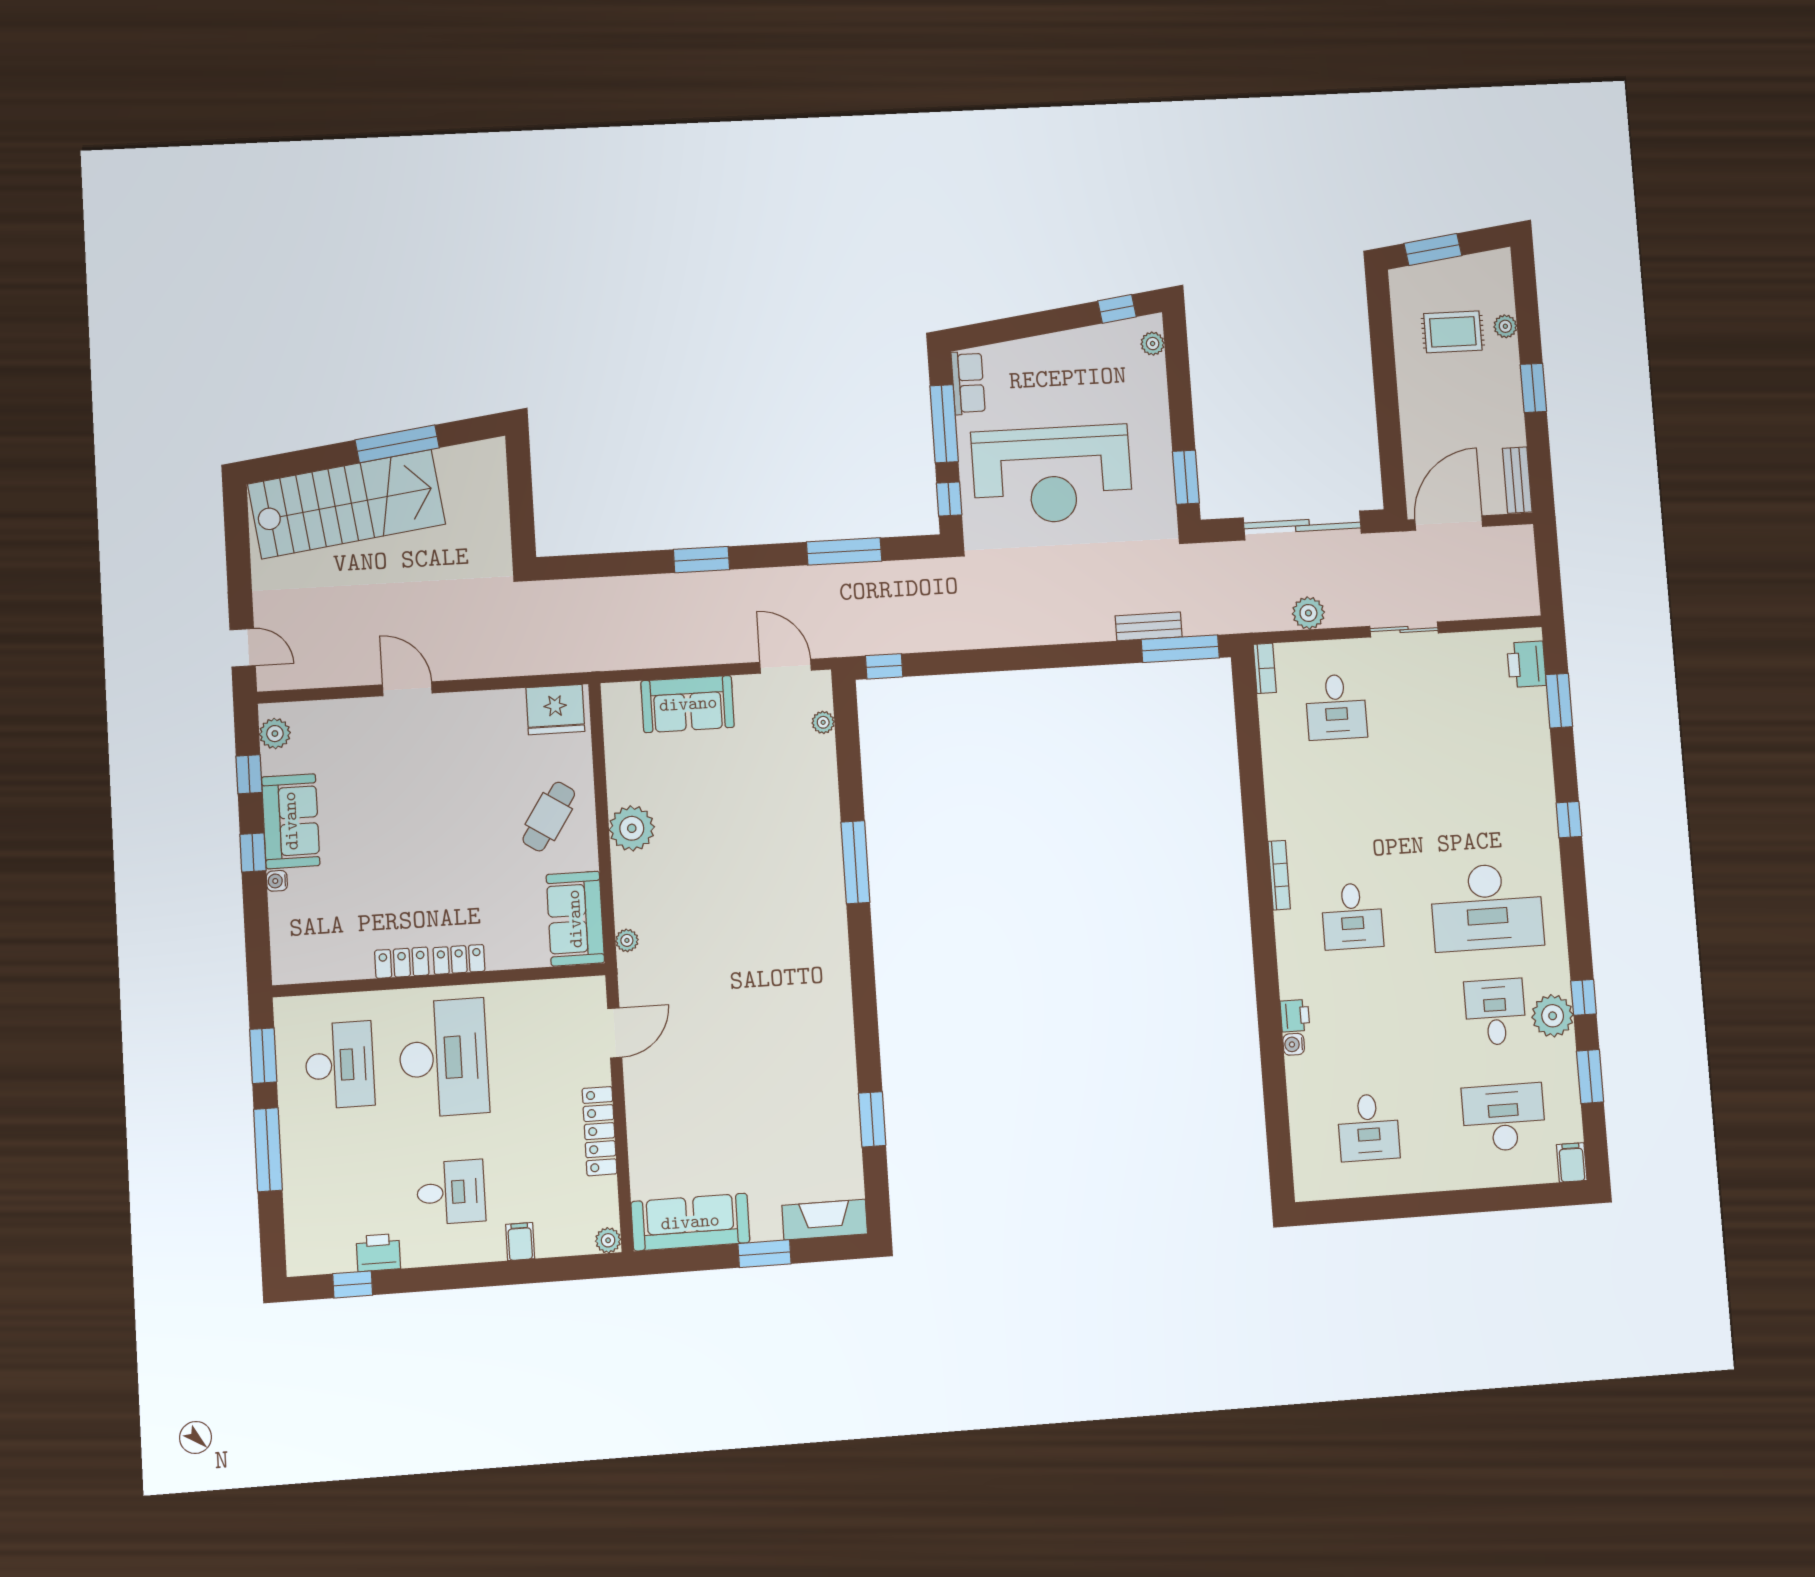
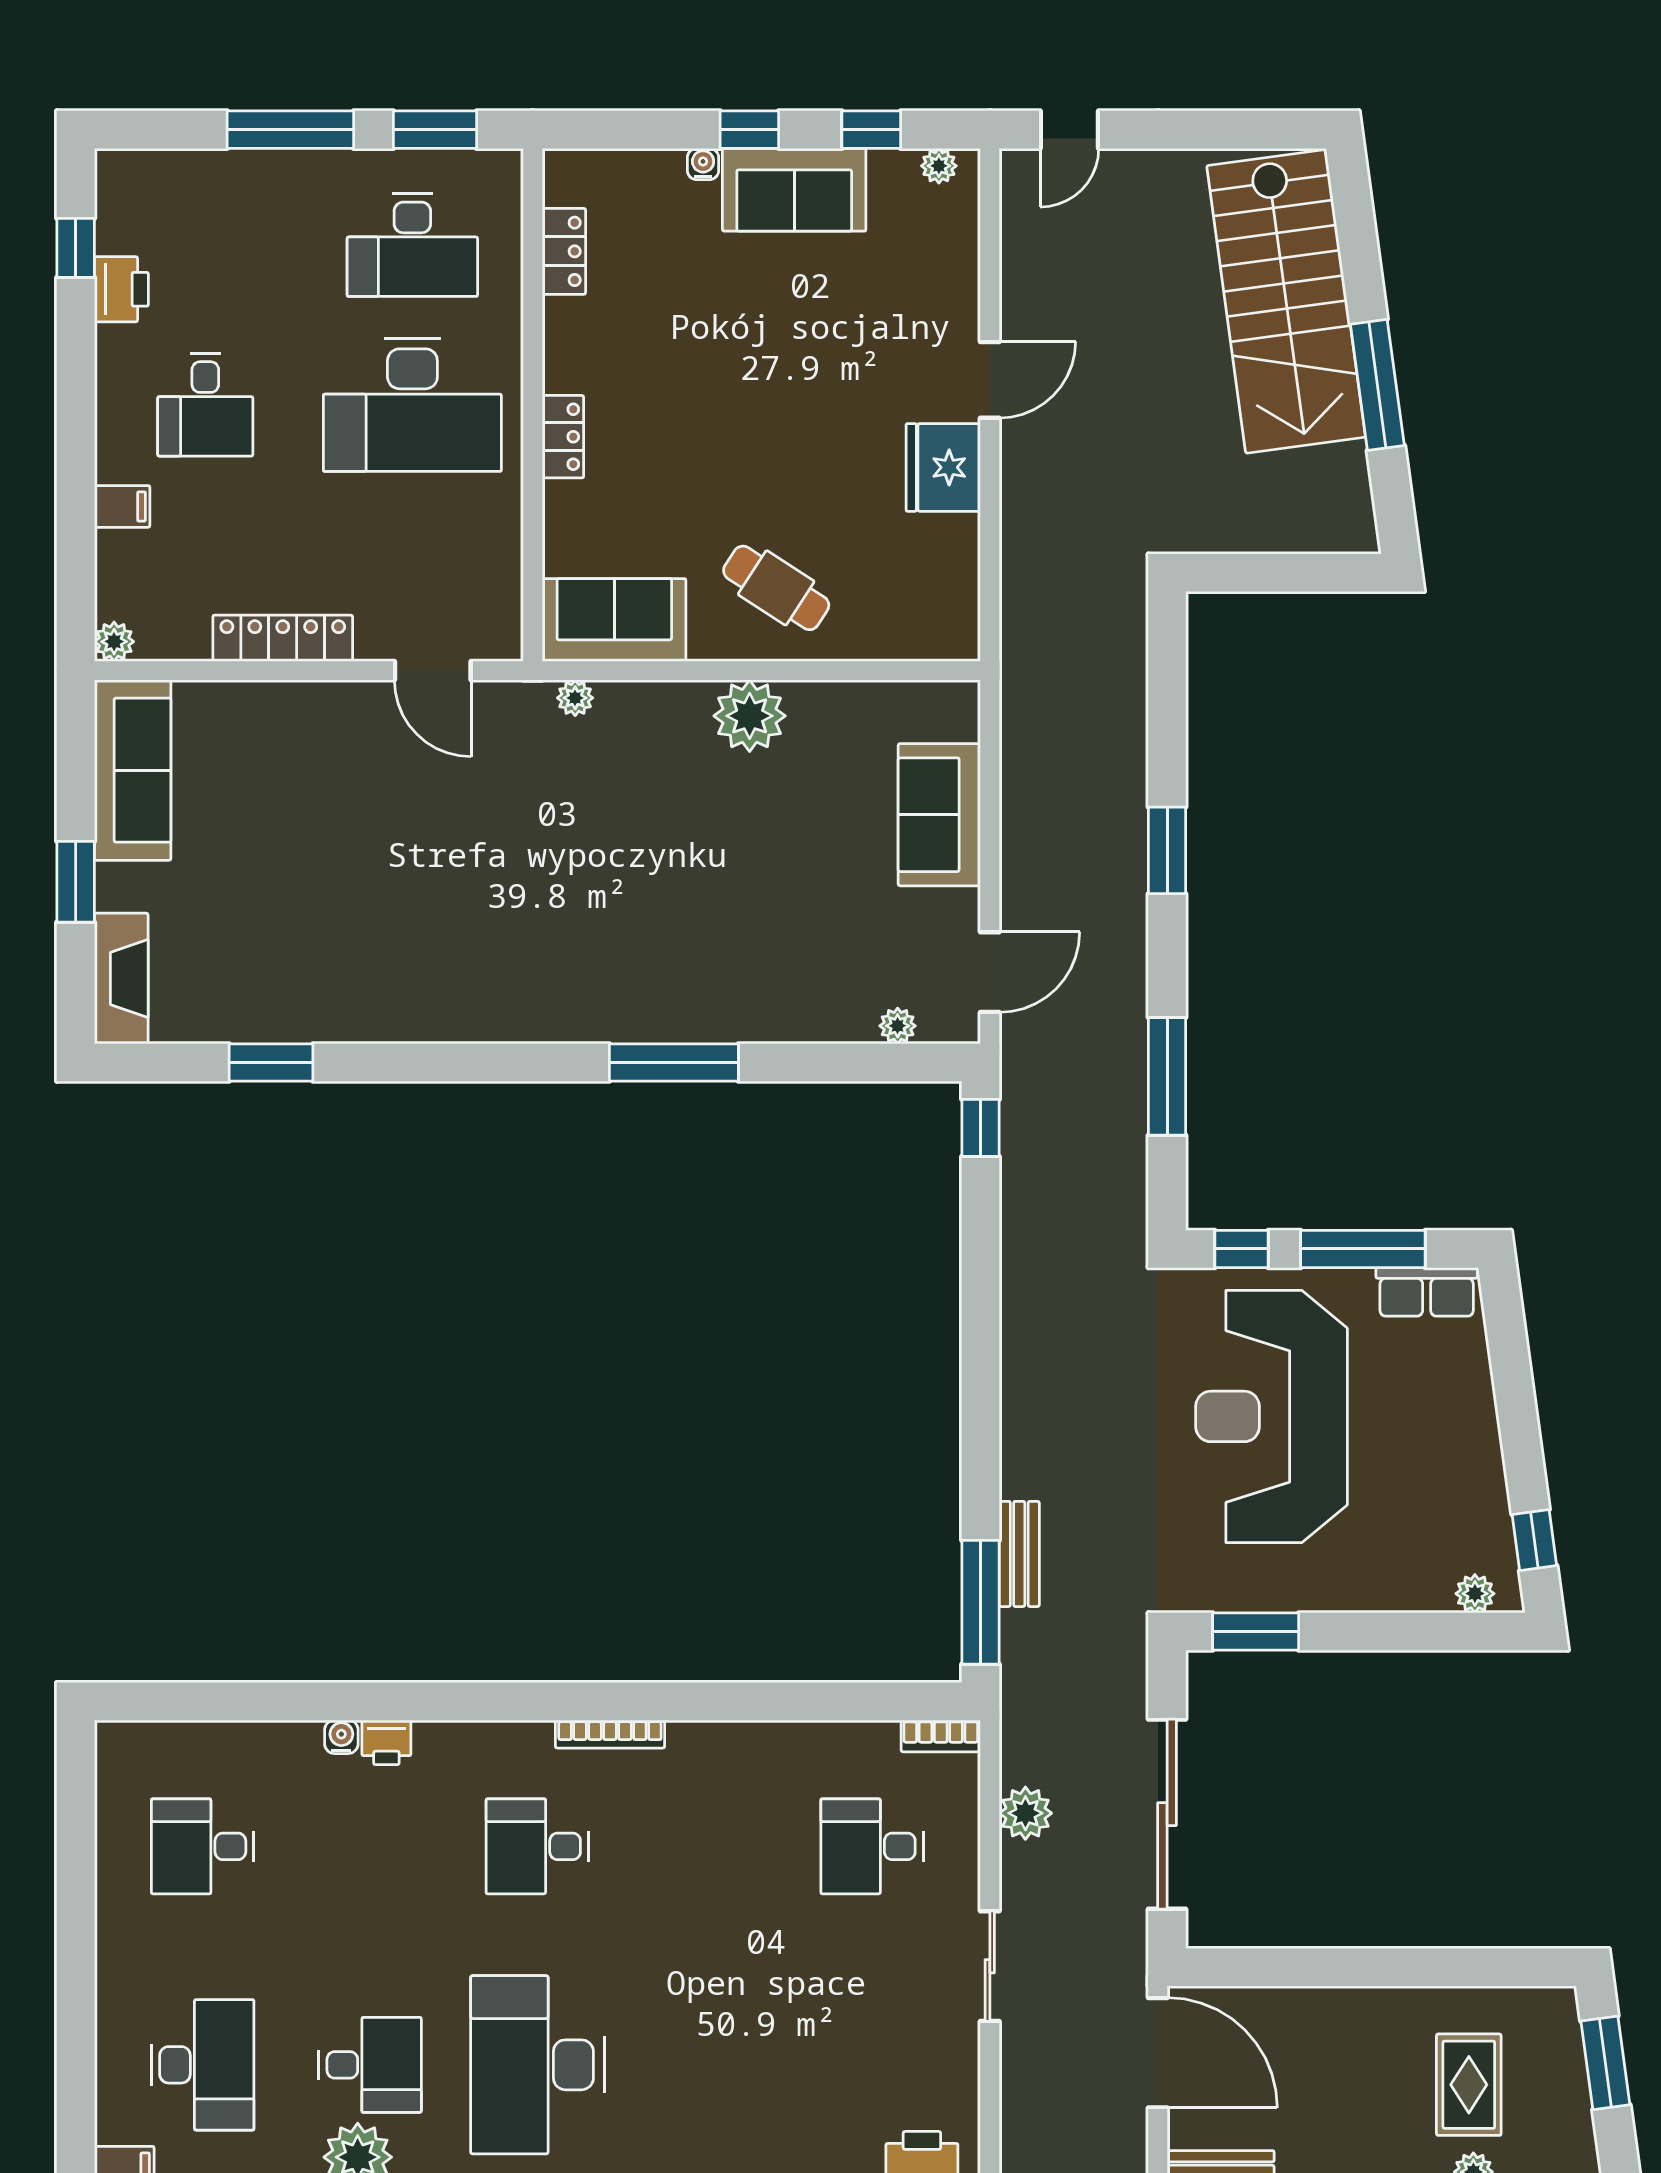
fridge: (555, 710) -> (943, 467), moved
plant: (275, 734) -> (939, 166), width x0.73, depth x0.73
locker: (402, 963) -> (564, 251), moved

